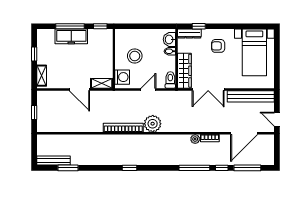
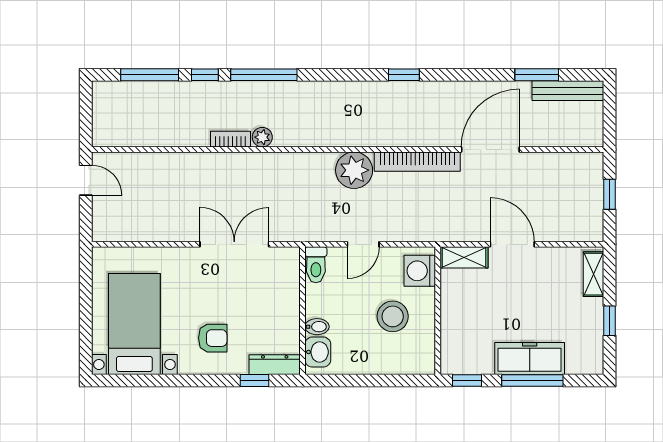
wardrobe: (184, 71) -> (286, 285), removed
bench: (251, 96) -> (142, 229), removed
door: (244, 133) -> (490, 149), moved

